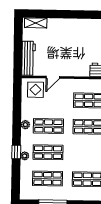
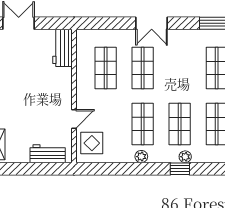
workbench: (28, 58) -> (48, 154), width x0.73
door: (53, 77) -> (74, 119), hinge flipped

